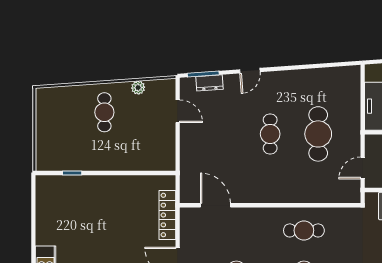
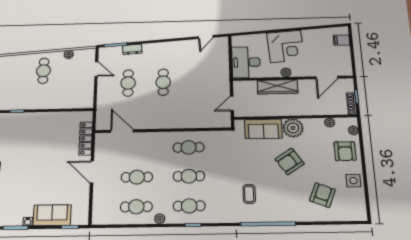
door: (250, 71) -> (206, 37), moved
dresser: (209, 83) -> (132, 49), moved
cafe table: (318, 134) -> (128, 83), moved, width x0.73, depth x0.74

